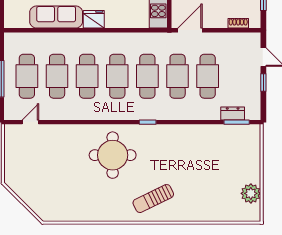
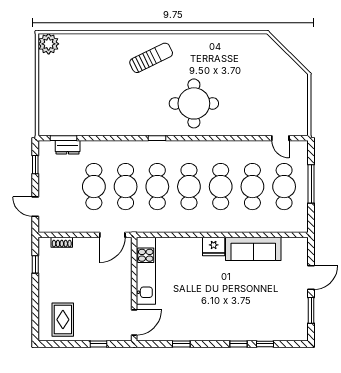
window: (263, 82) -> (35, 165), moved
door: (30, 122) -> (280, 138), hinge flipped
plant: (251, 193) -> (49, 44), moved

